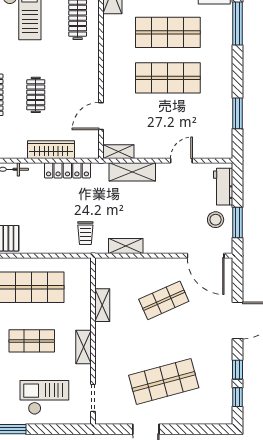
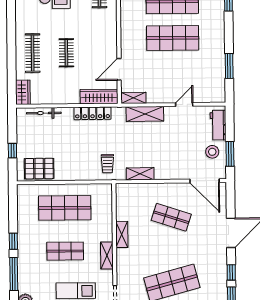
wardrobe: (51, 150) -> (99, 97), moved
shop shelf: (164, 300) -> (171, 217), turned 42
shelving: (102, 305) -> (122, 234), moved

